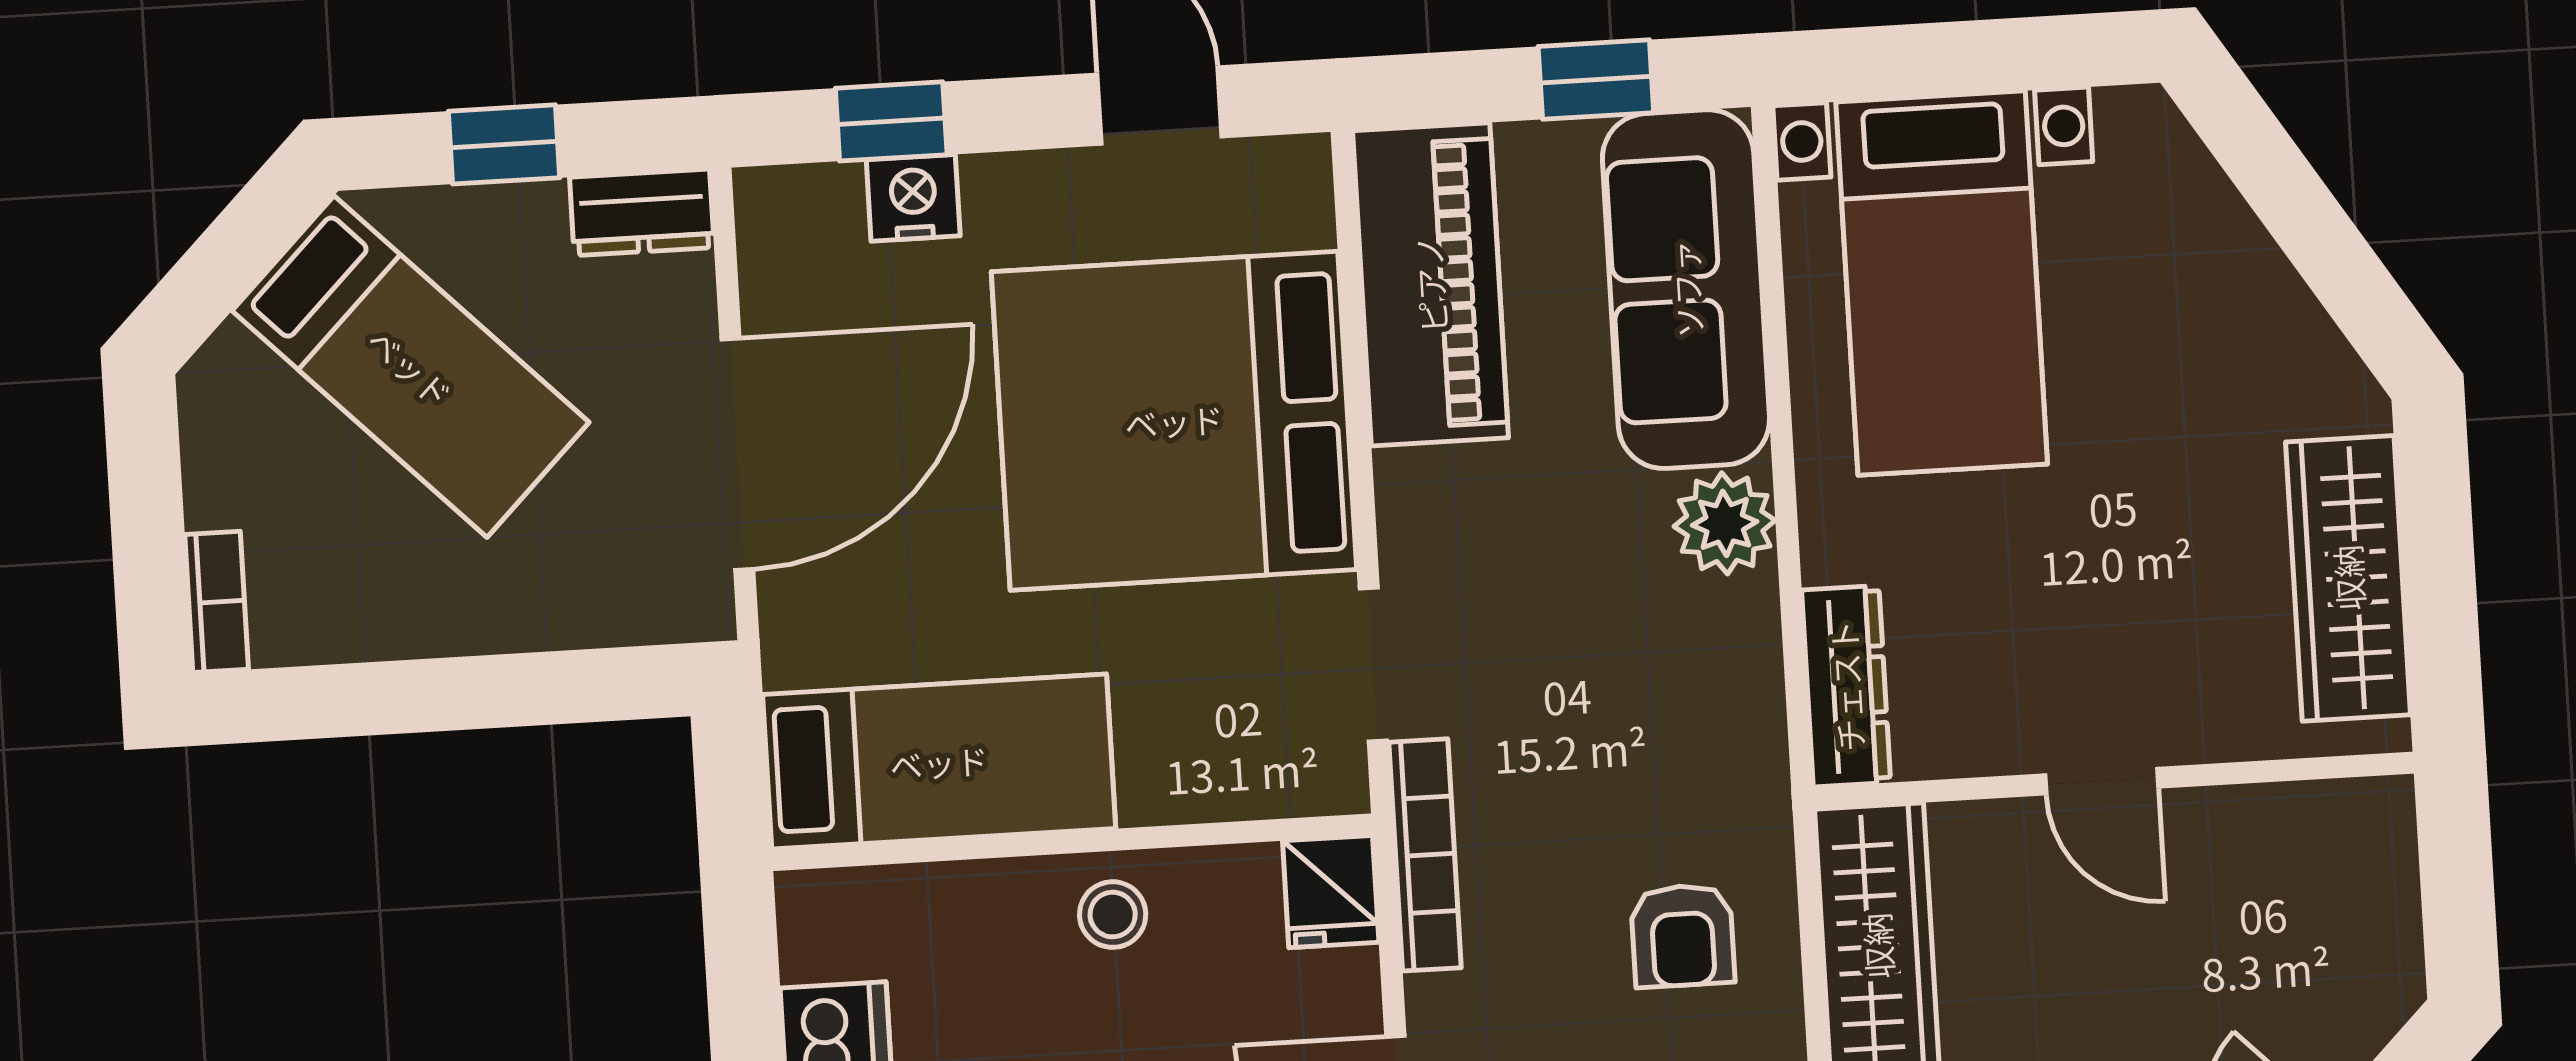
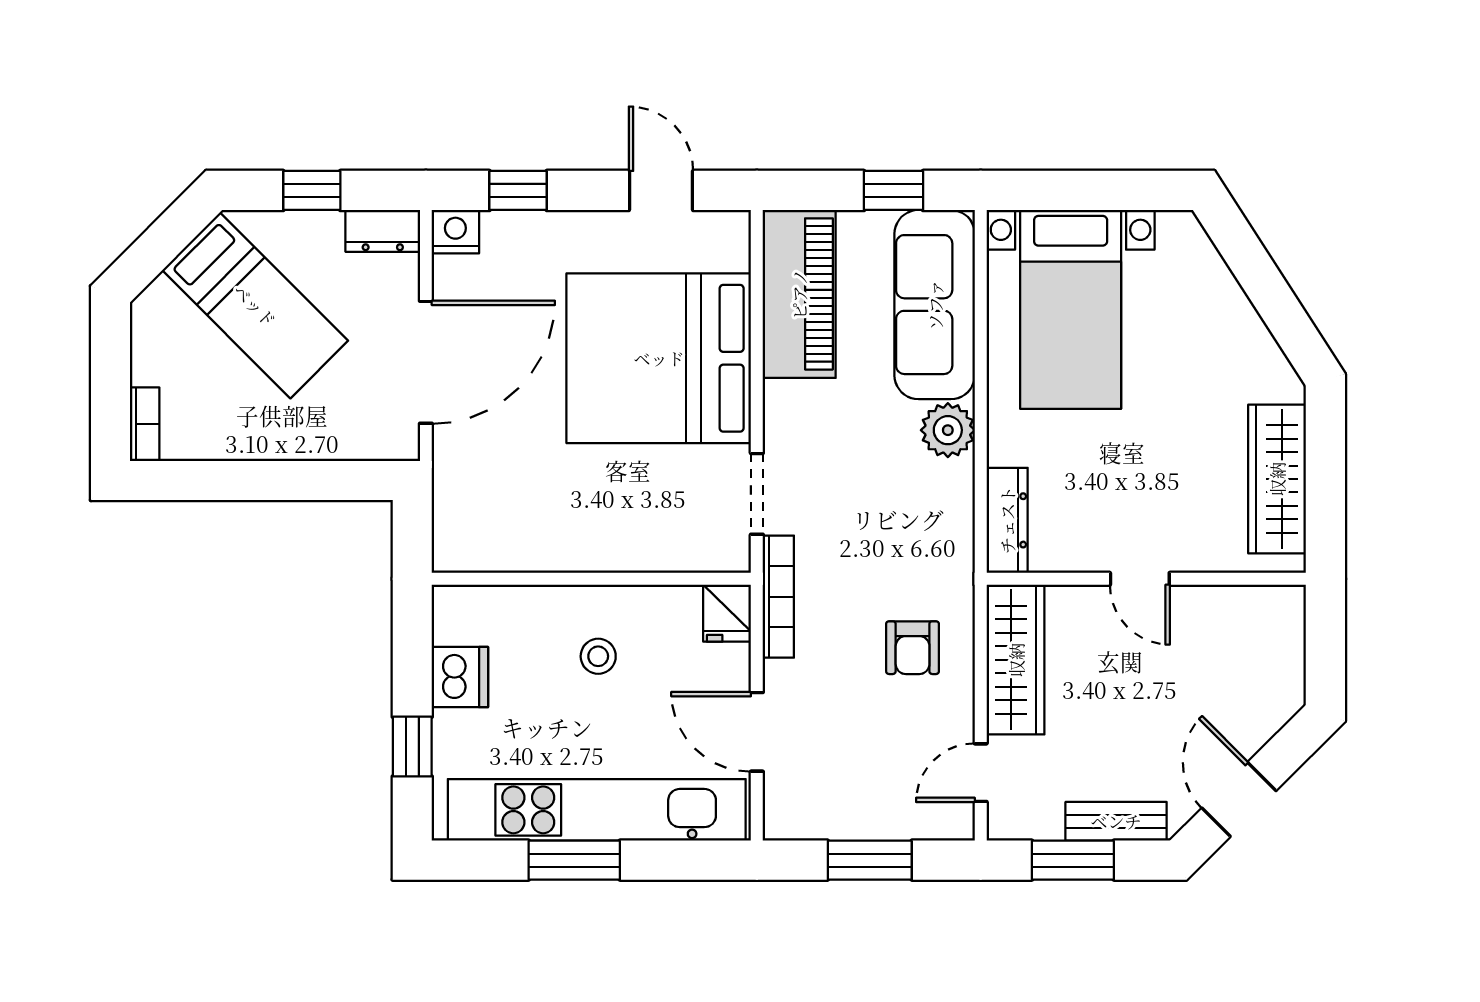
nightstand: (913, 198) -> (455, 232), moved
bed: (939, 762) -> (523, 532), removed
stool: (1113, 915) -> (598, 656), moved

